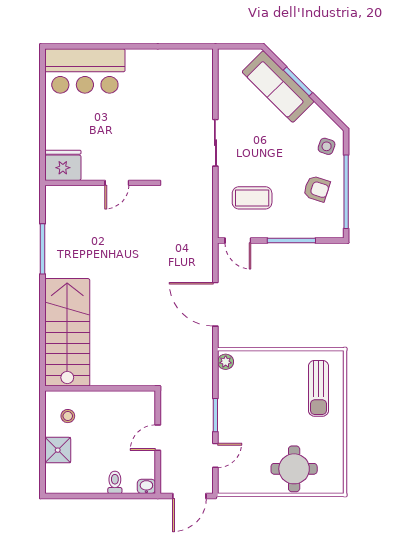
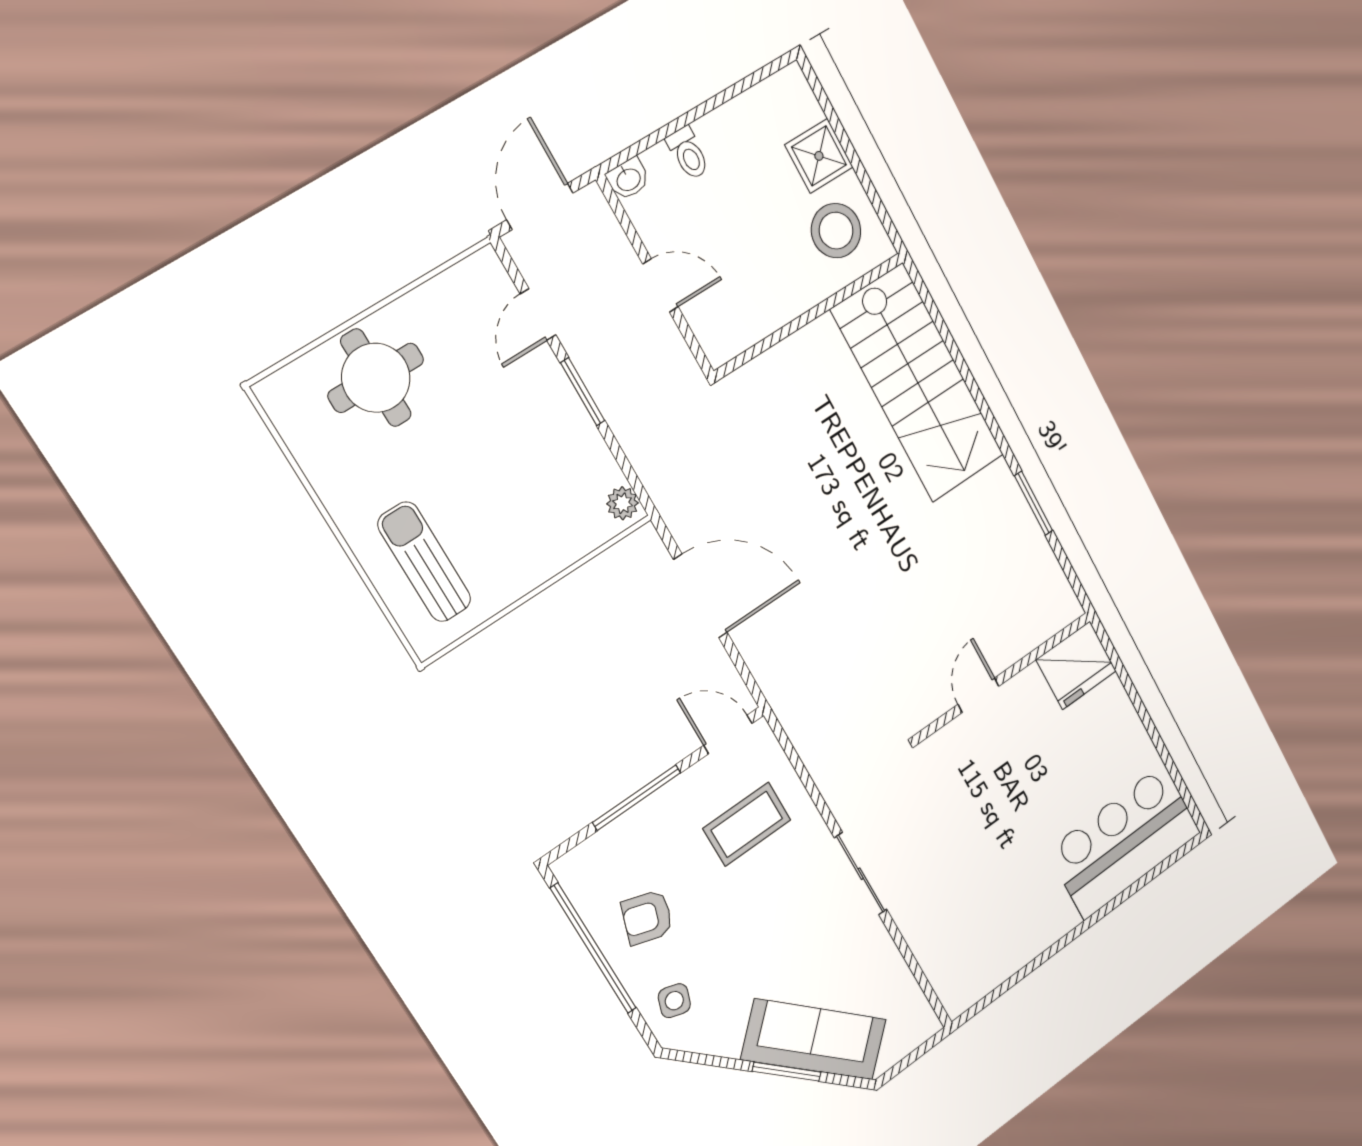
window: (43, 249) -> (1033, 503), width x0.69
stool: (68, 416) -> (836, 231), width x1.89, depth x1.89
door: (158, 438) -> (660, 285), hinge flipped

